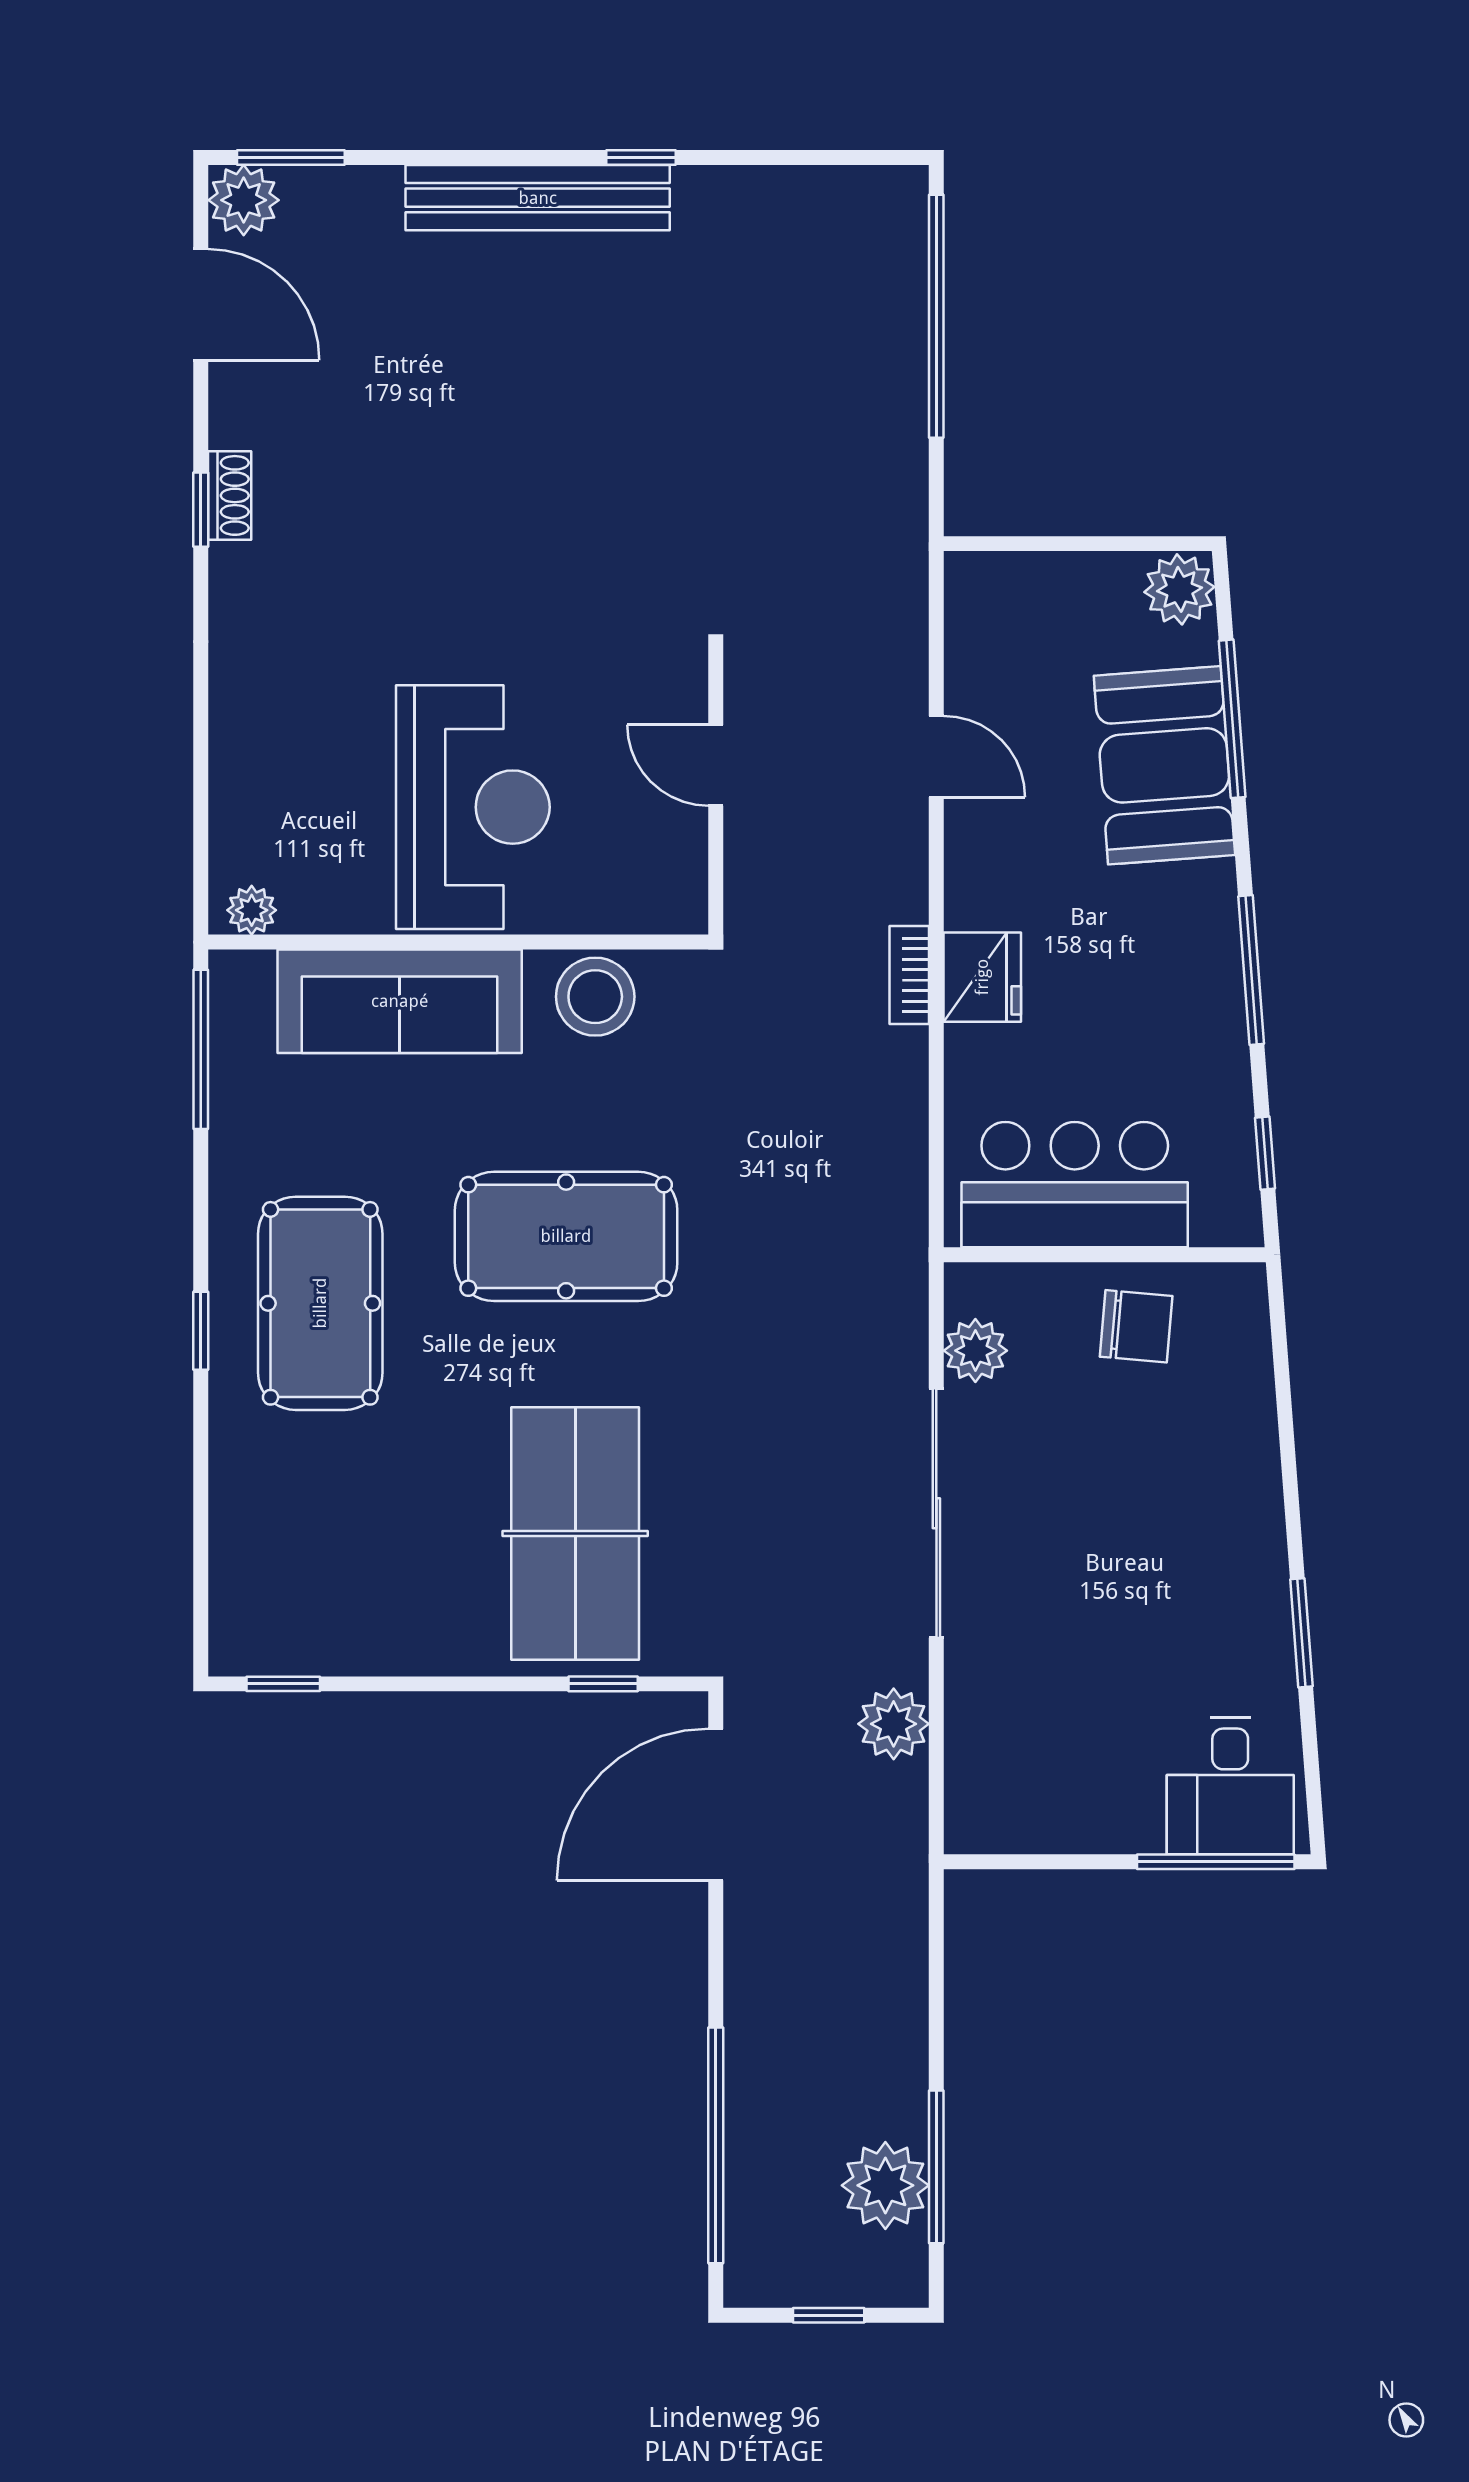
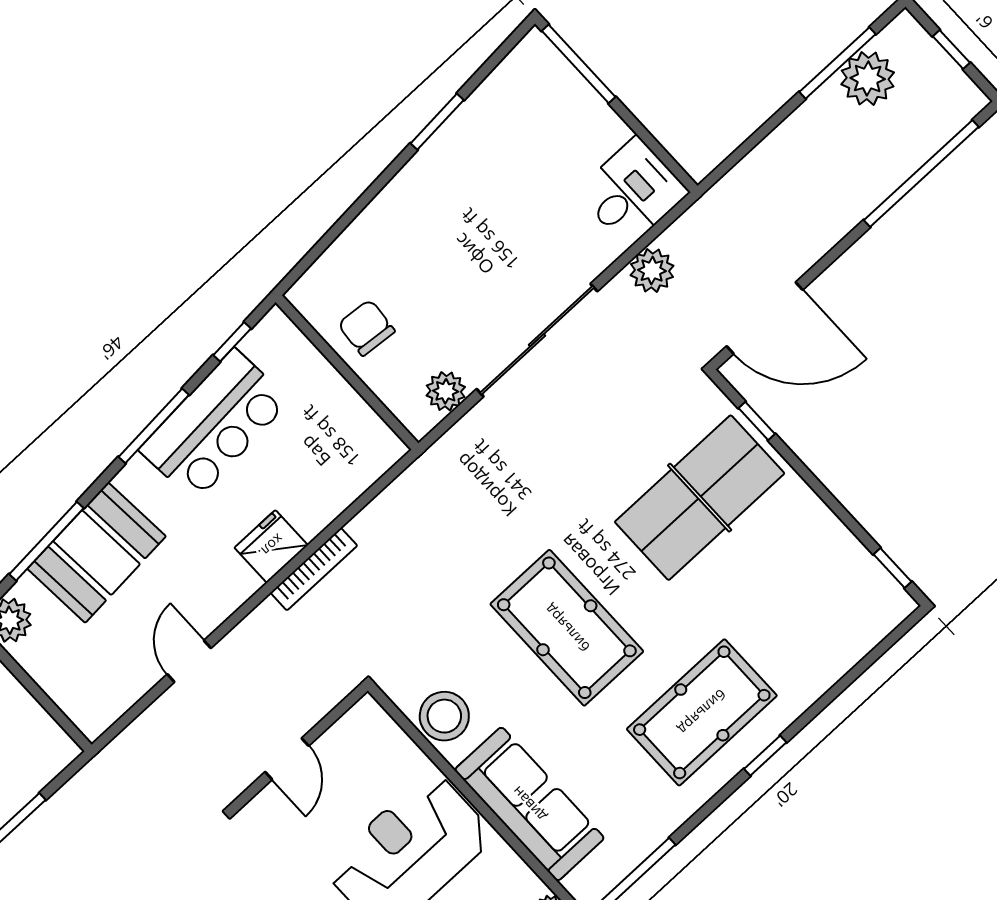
bookcase: (909, 975) -> (314, 569), width x1.56
bar counter: (1075, 1185) -> (215, 425), moved, turned -94
desk: (1230, 1786) -> (632, 192), moved

